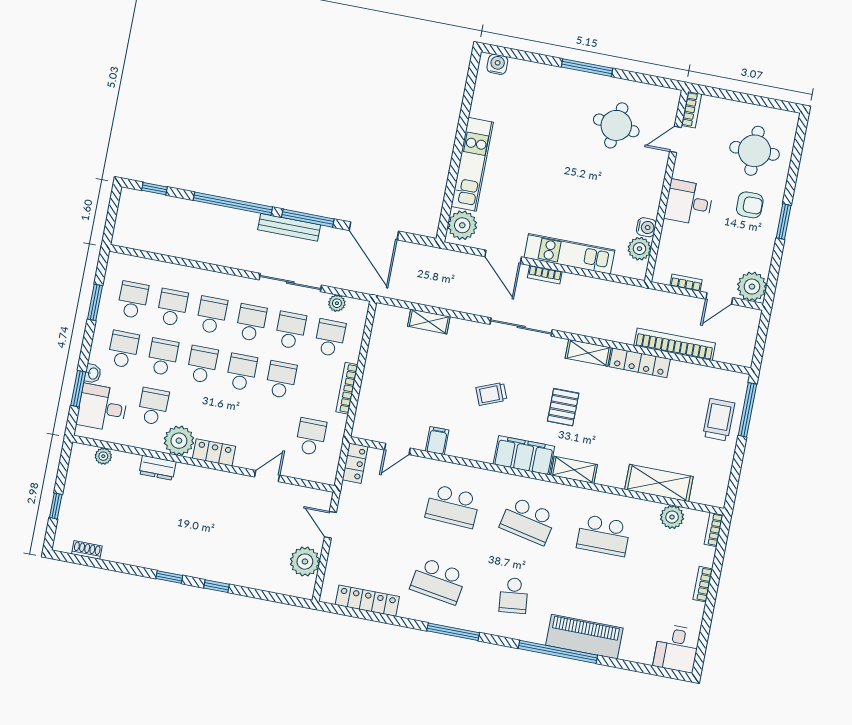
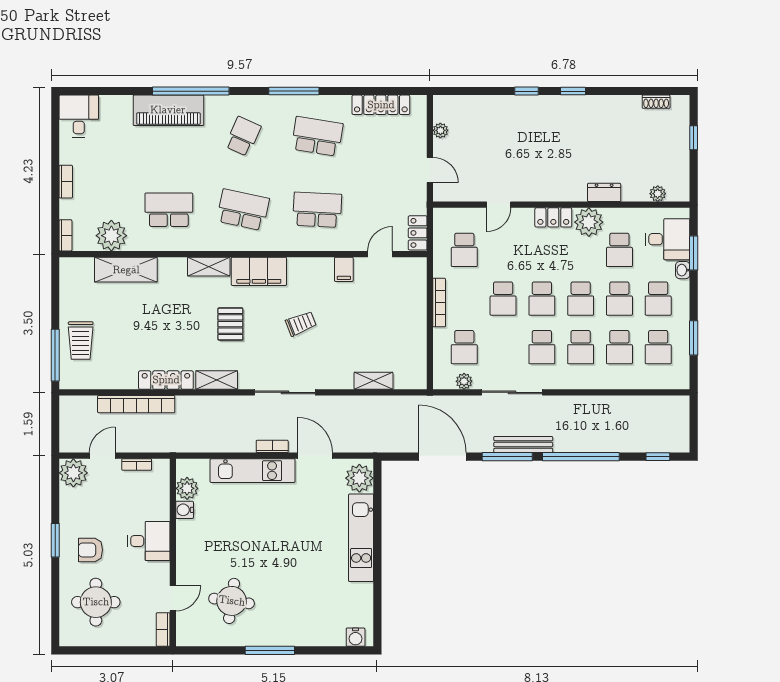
school desk: (291, 330) -> (503, 347), removed
plant: (672, 517) -> (111, 236), width x1.36, depth x1.36
plant: (305, 562) -> (440, 130), width x0.53, depth x0.53
school desk: (514, 596) -> (243, 136), turned 30

